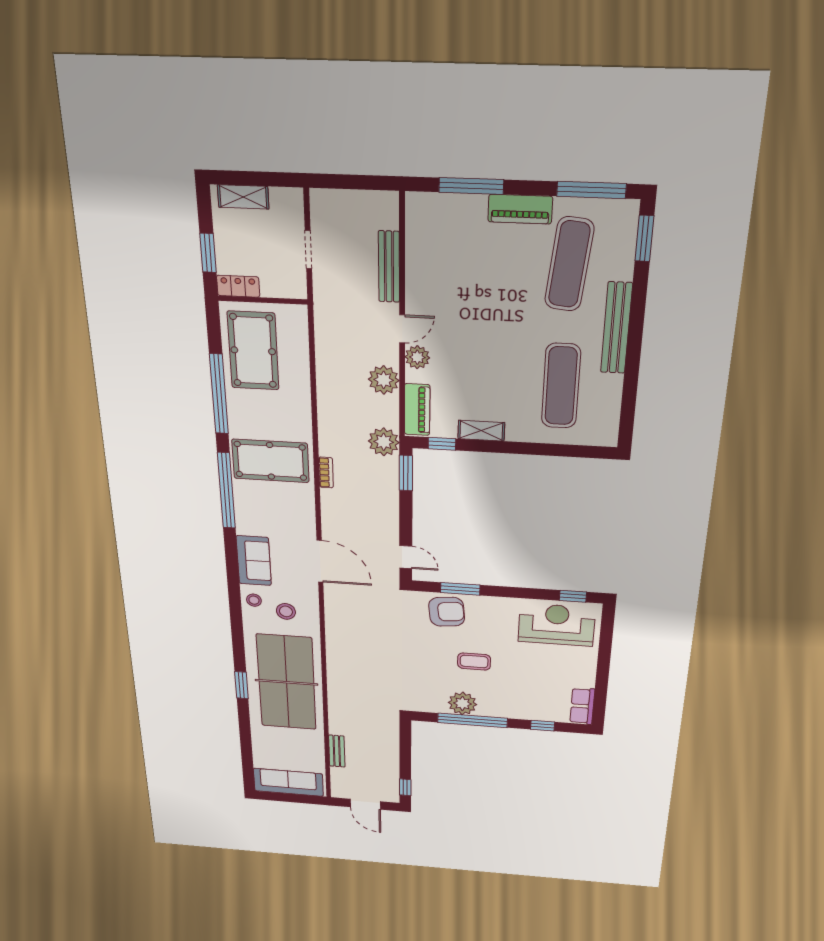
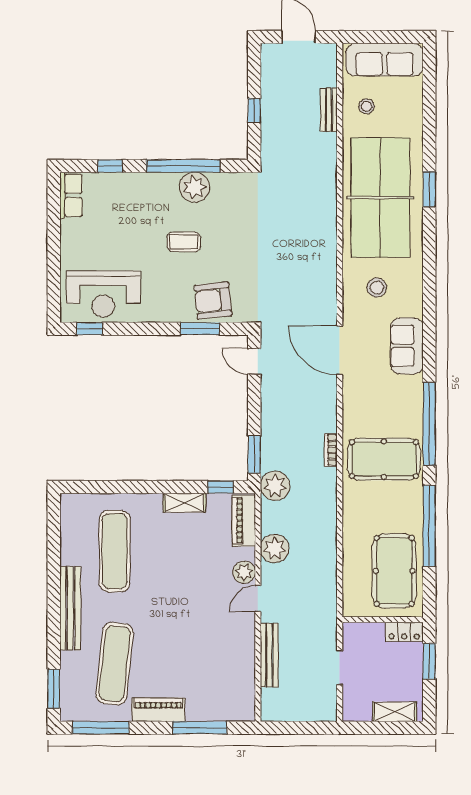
stool: (254, 600) -> (367, 106), moved
window: (405, 787) -> (254, 110), moved

